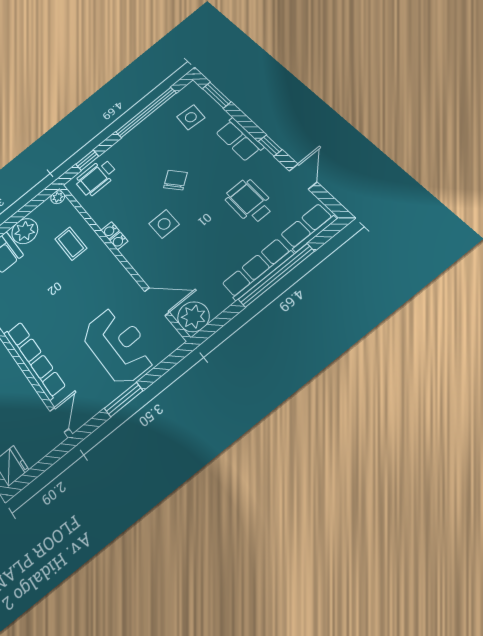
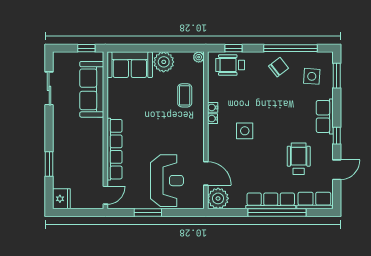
chair: (175, 180) -> (279, 67), moved

